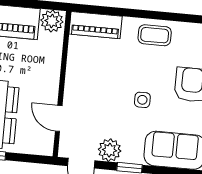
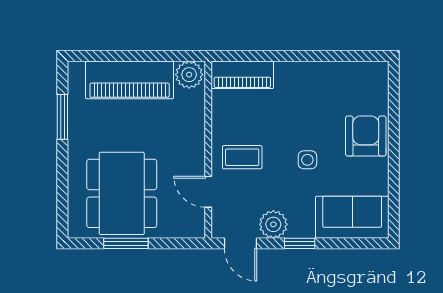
coffee table: (155, 35) -> (242, 157), moved

